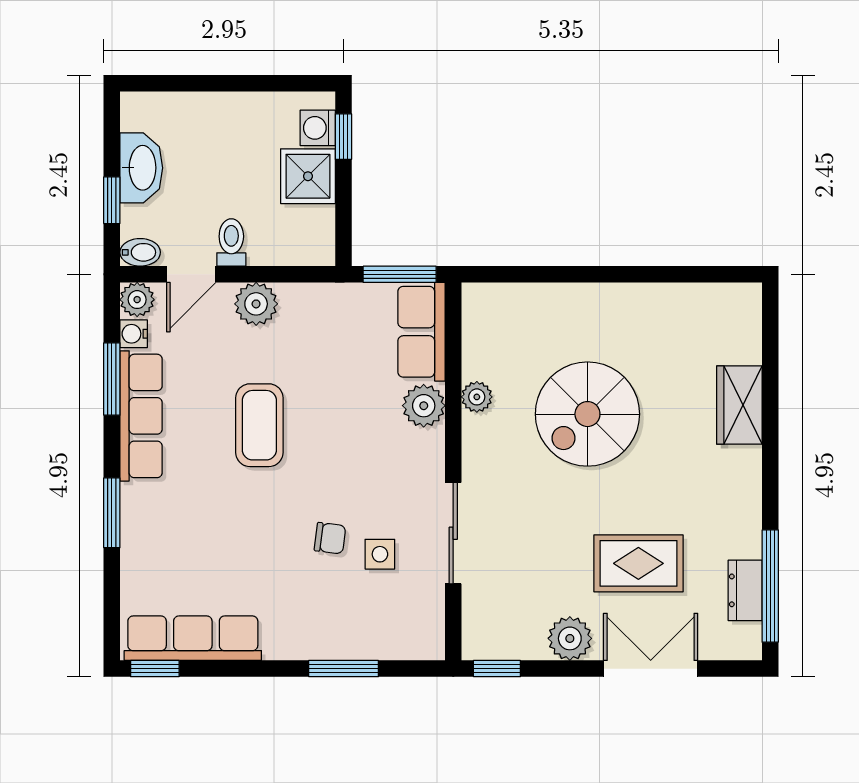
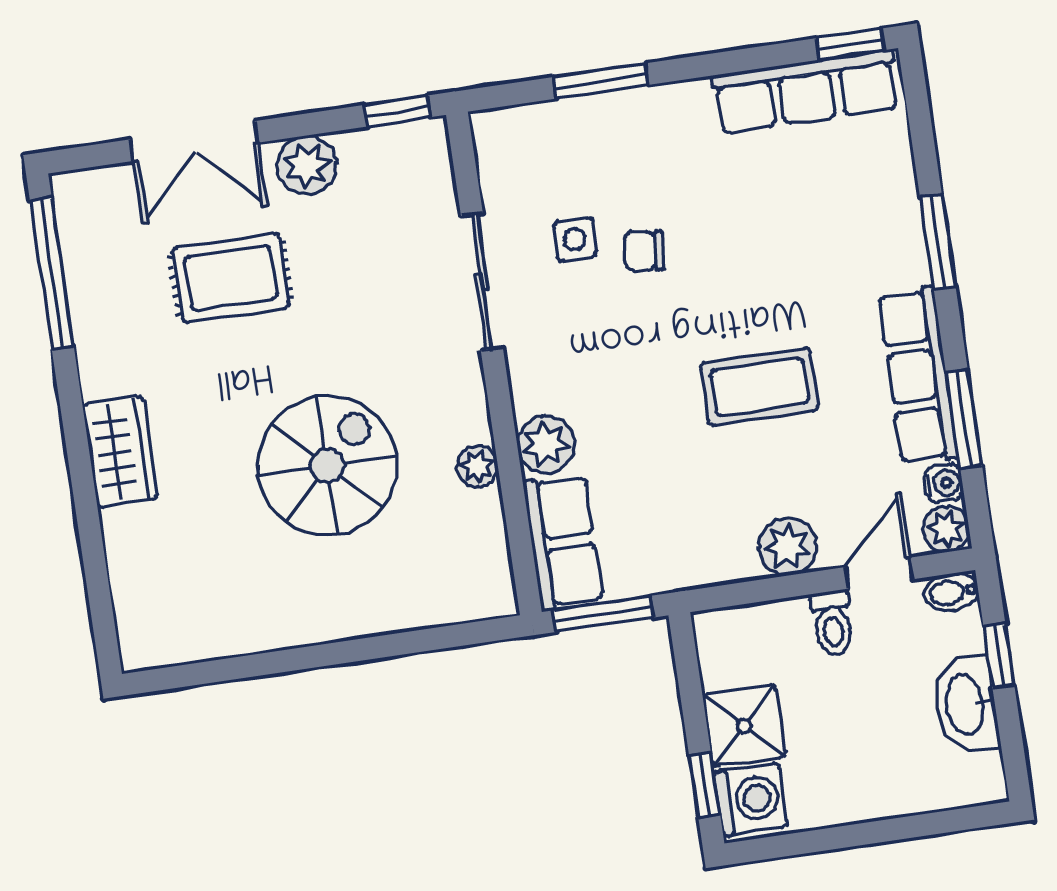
washing machine: (318, 128) -> (751, 799), width x1.38, depth x1.38
wardrobe: (739, 405) -> (120, 452), moved
coffee table: (259, 425) -> (760, 387), turned 90
dresser: (745, 590) -> (84, 263), removed

